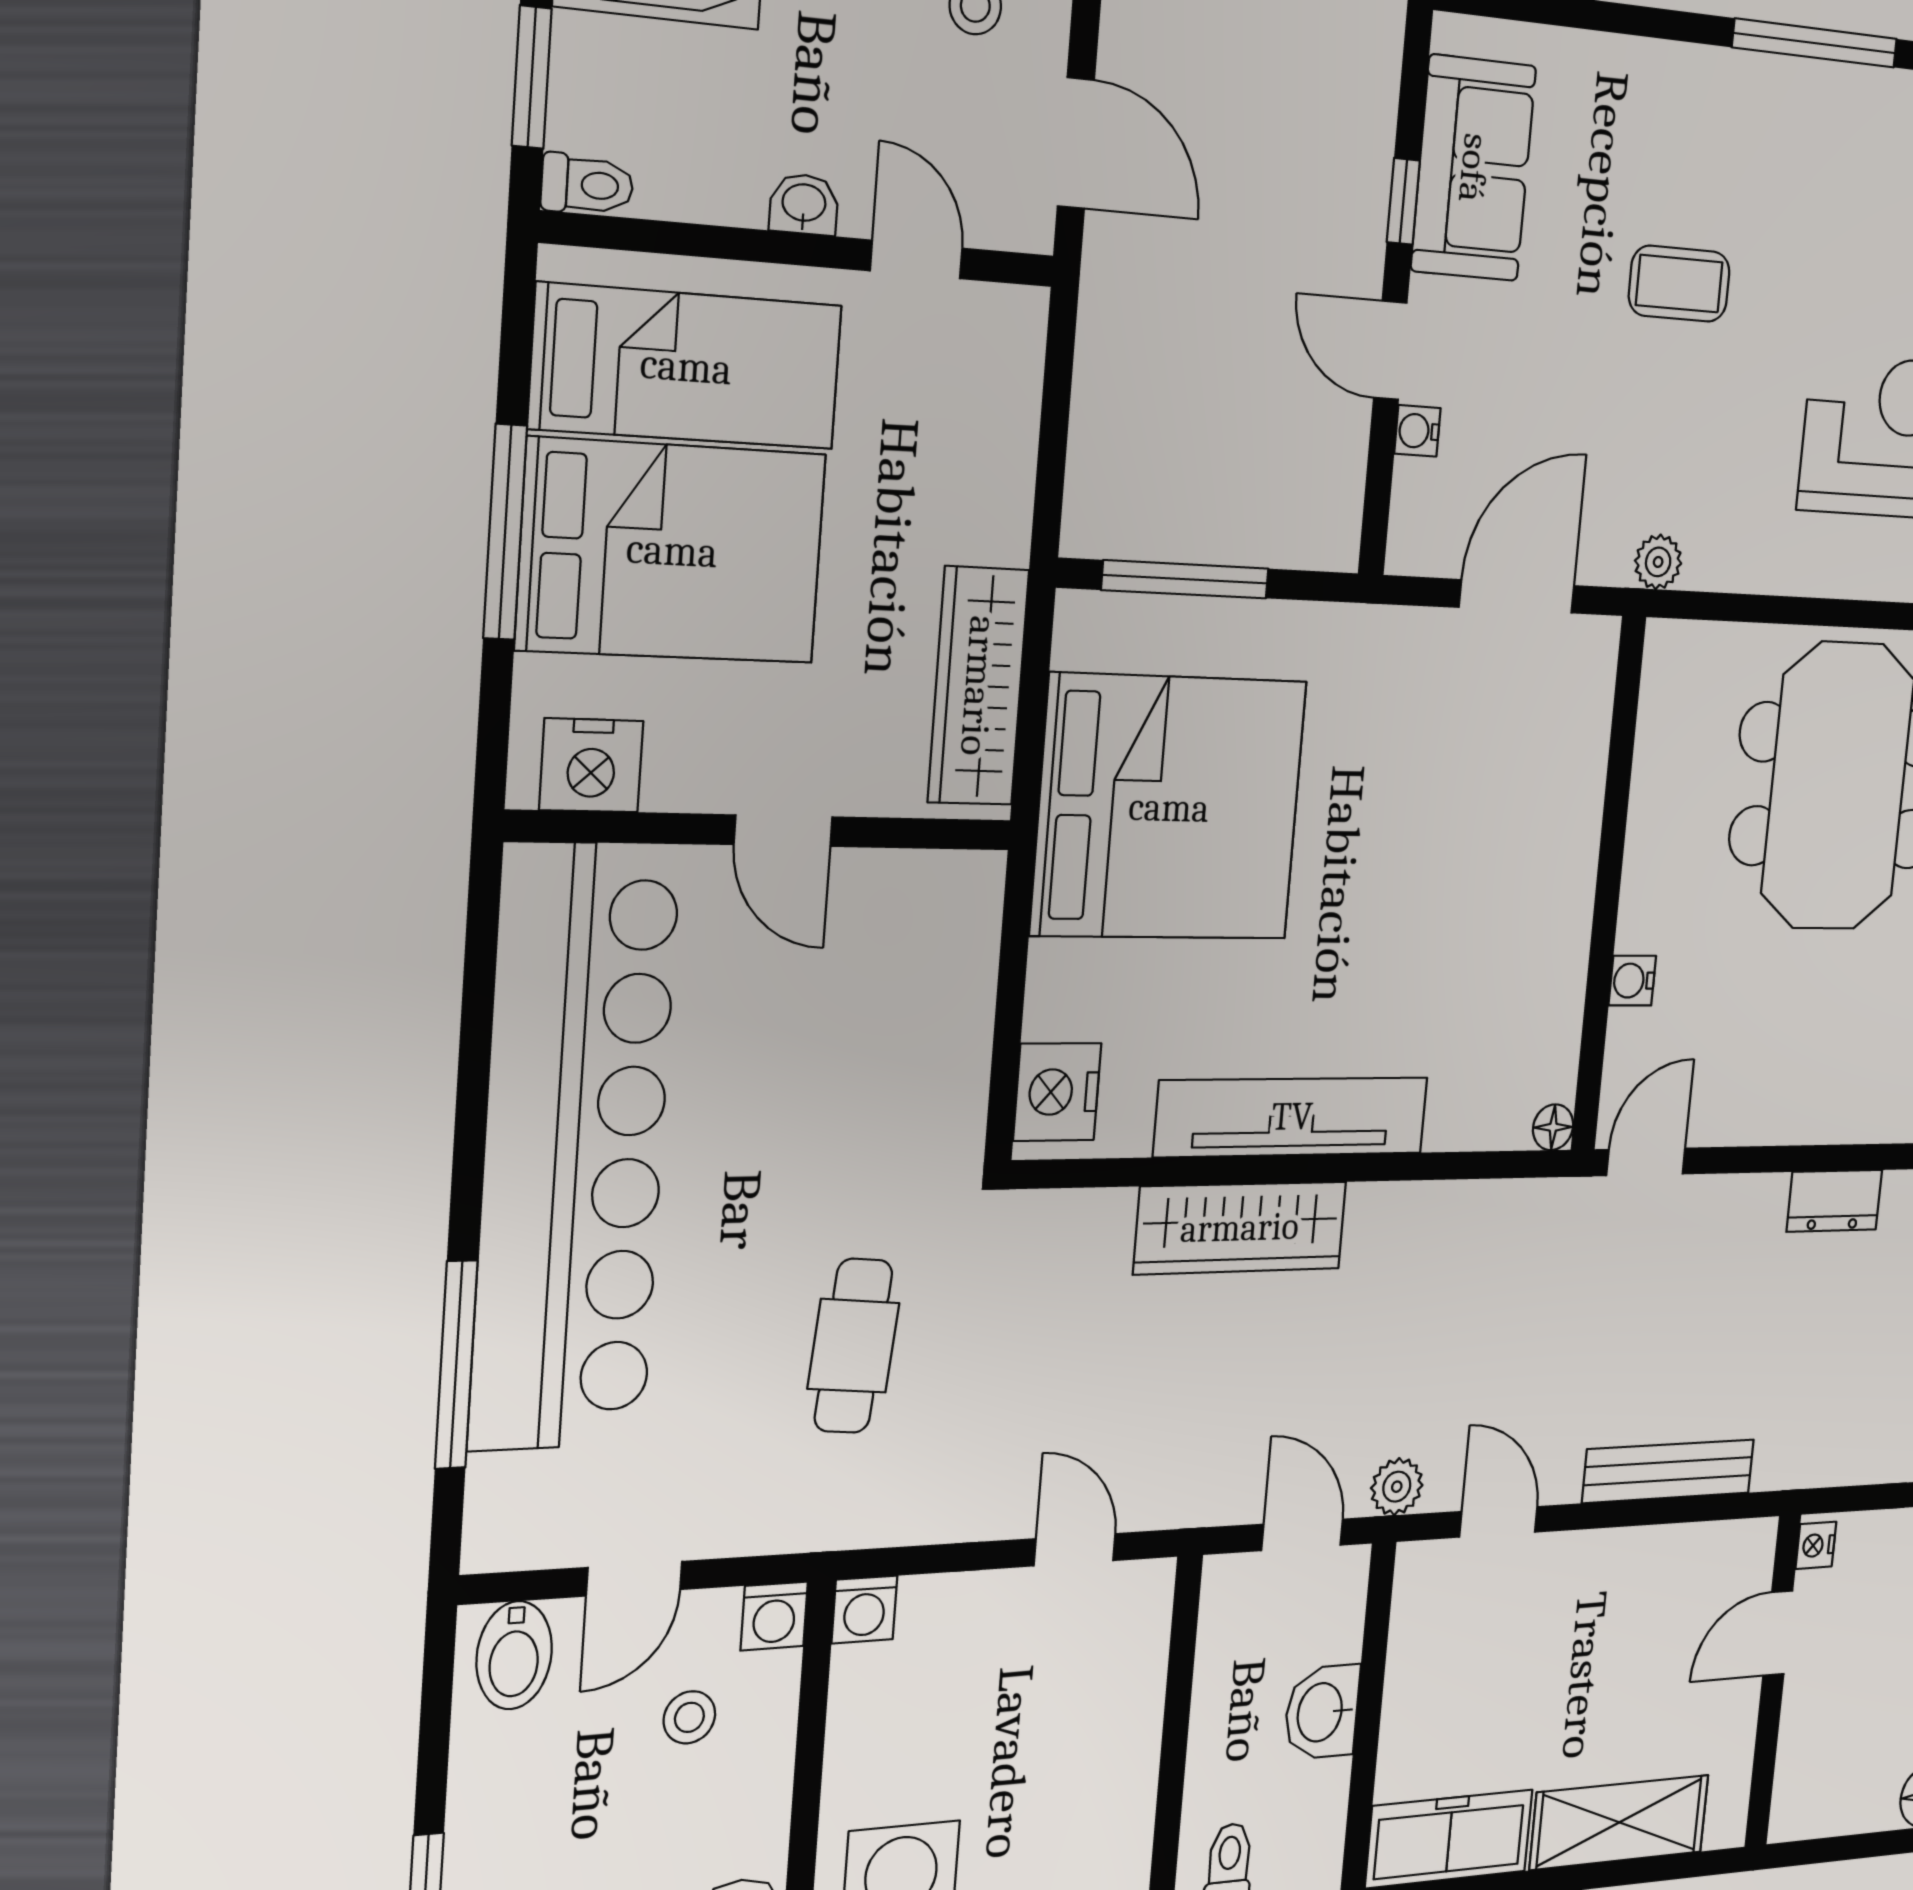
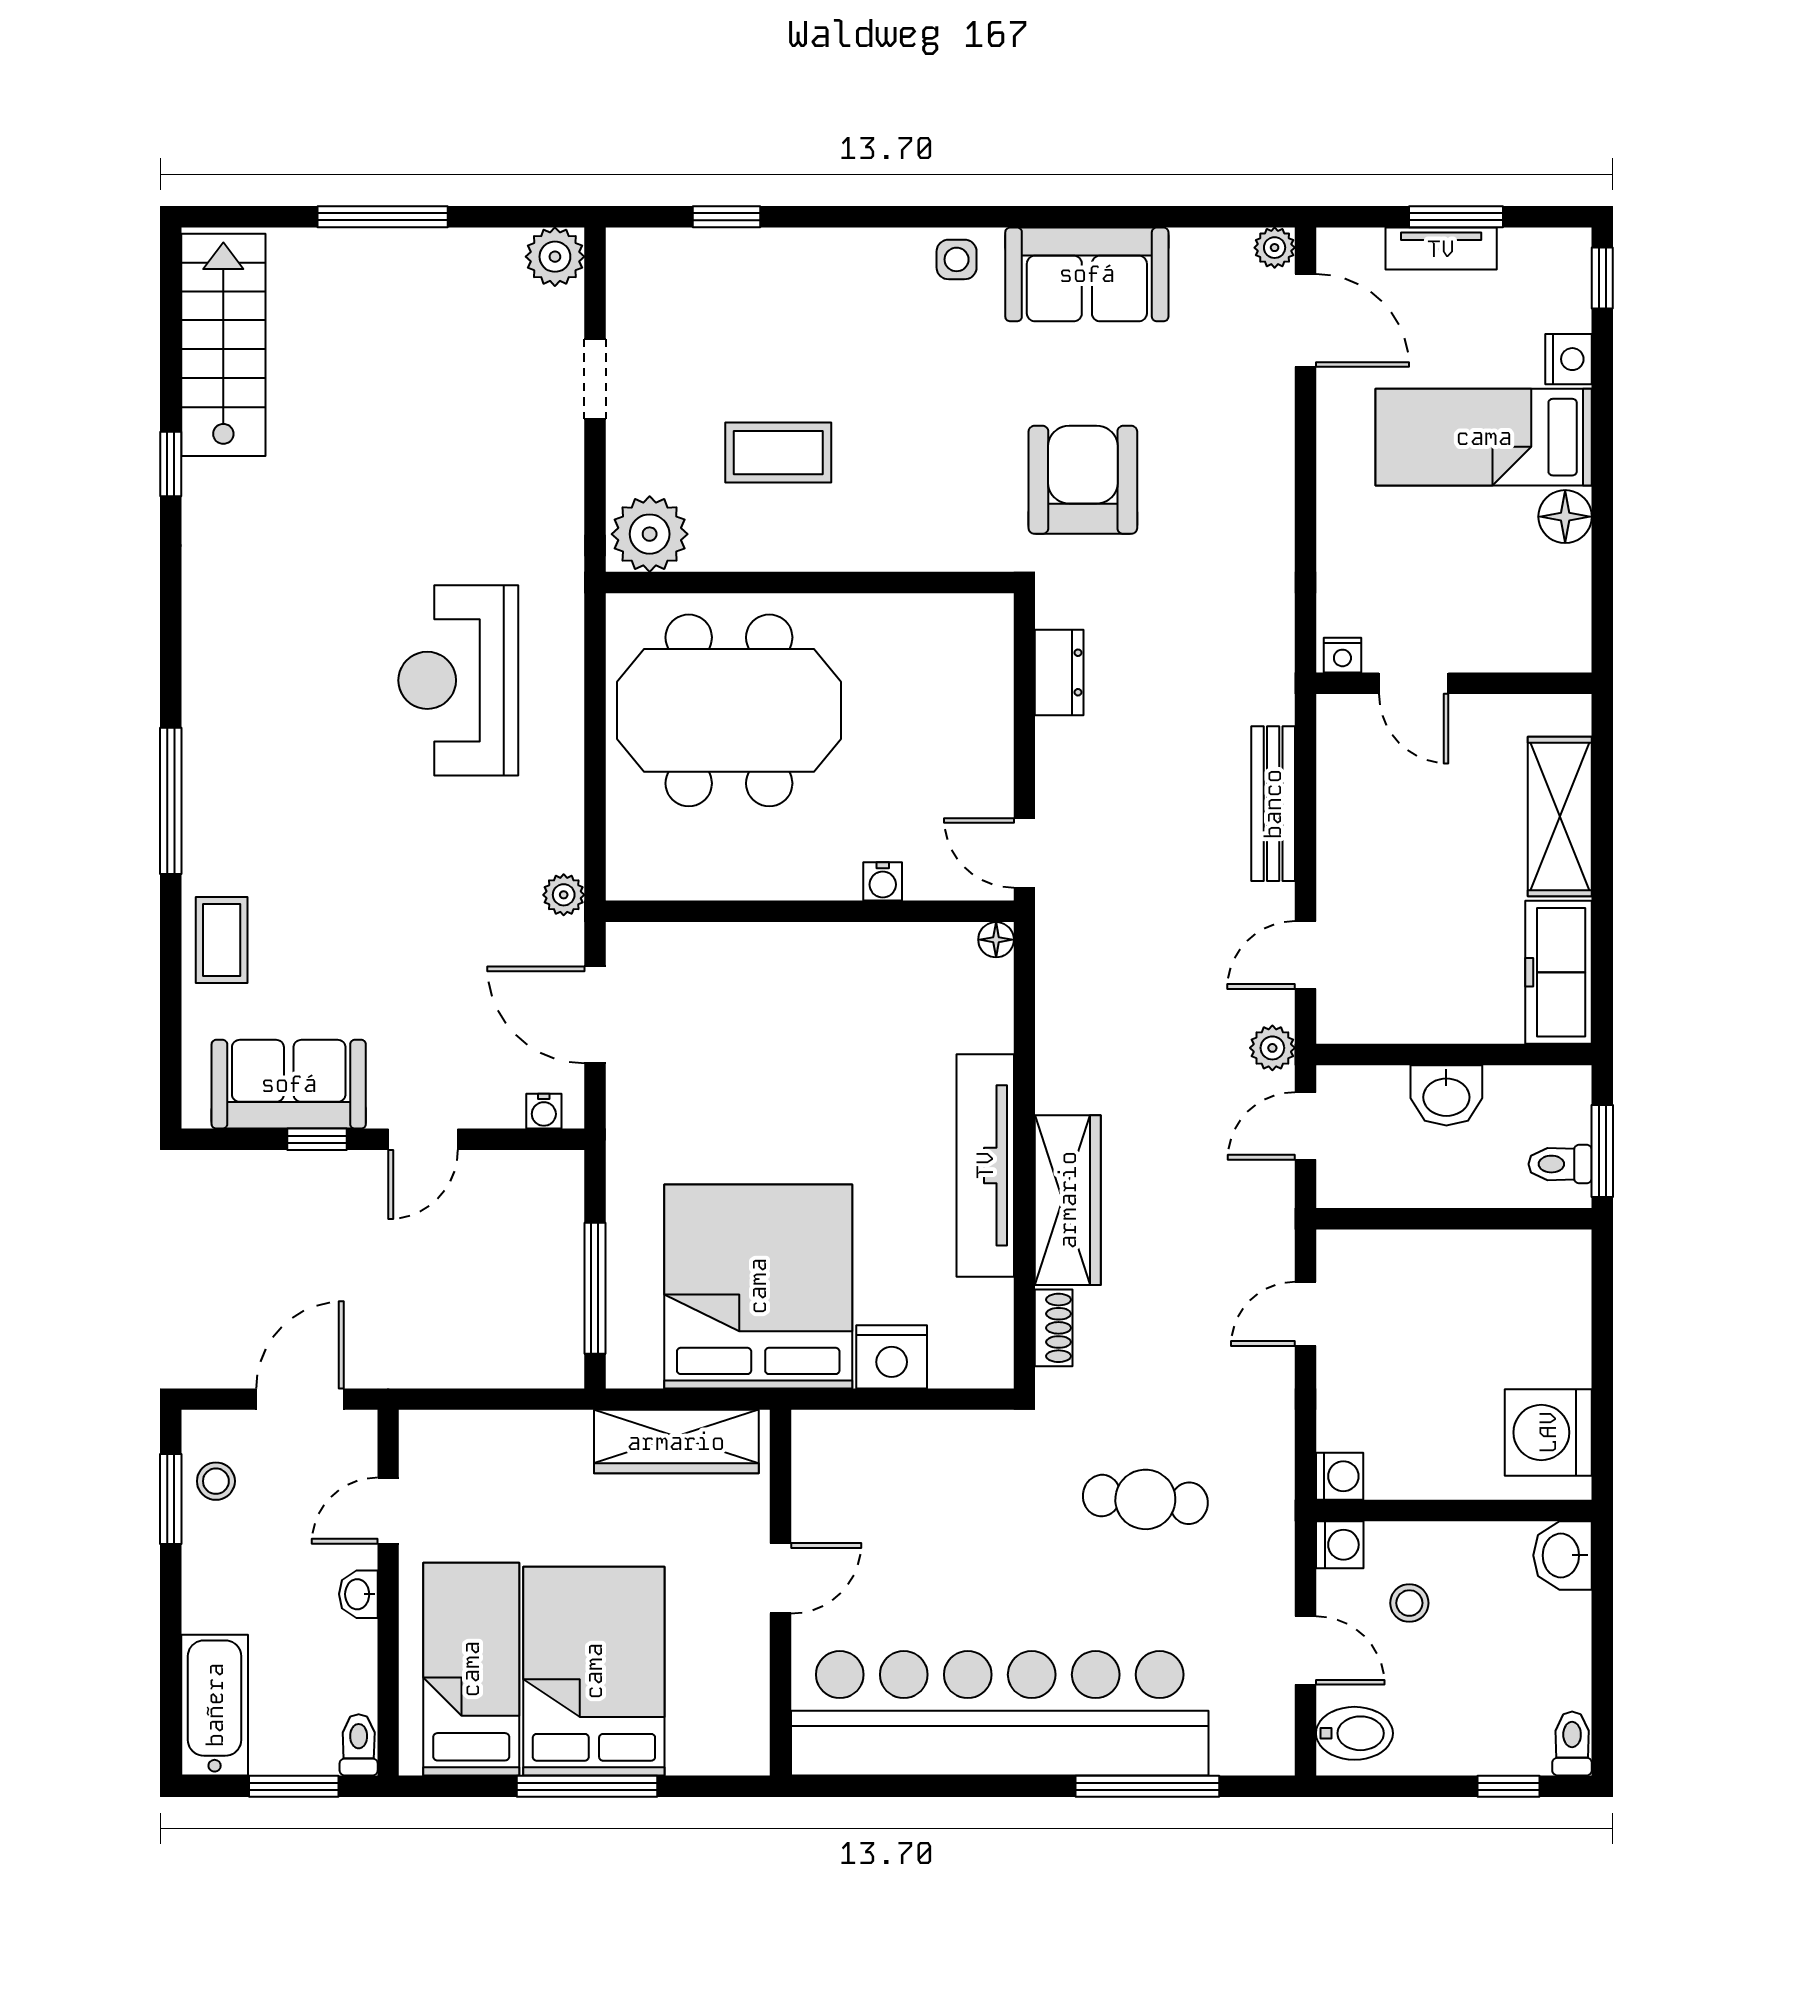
coffee table: (1679, 284) -> (222, 940), moved
water cooler: (1417, 431) -> (544, 1111), moved
nightstand: (591, 765) -> (739, 1718), removed
nightstand: (1057, 1092) -> (892, 1357), moved
shoe rack: (1084, 1213) -> (1054, 1328), added

